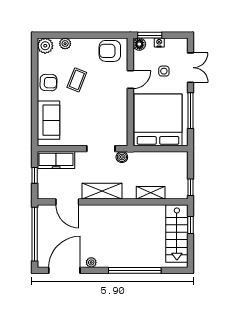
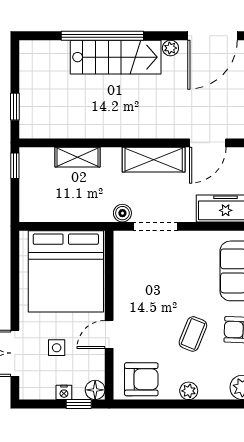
window: (150, 35) -> (79, 404), width x0.67
plant: (65, 44) -> (189, 391), moved
window: (190, 111) -> (15, 286), removed
door: (67, 202) -> (208, 143), swing flipped
stairs: (177, 234) -> (116, 57), moved, turned 90

